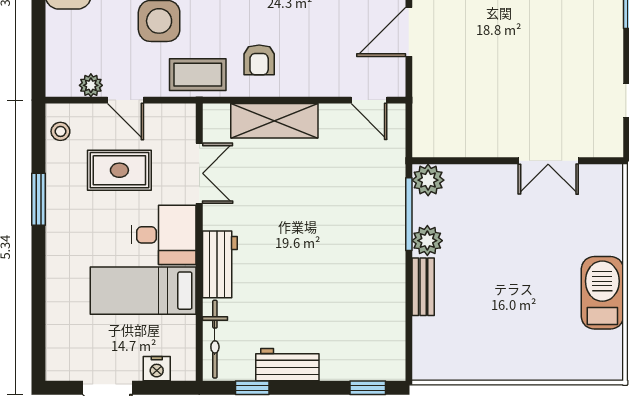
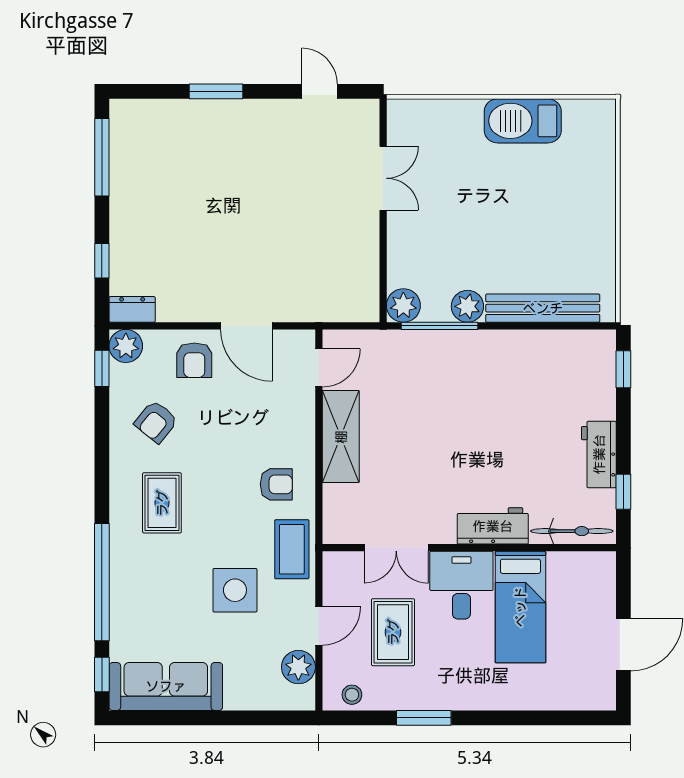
plant: (91, 85) -> (298, 667), width x1.38, depth x1.38
shelving: (274, 121) -> (341, 437), moved
double door: (199, 173) -> (396, 548), swing flipped
bench: (423, 287) -> (543, 308), width x1.86, depth x1.21
nightstand: (157, 369) -> (603, 593), removed

